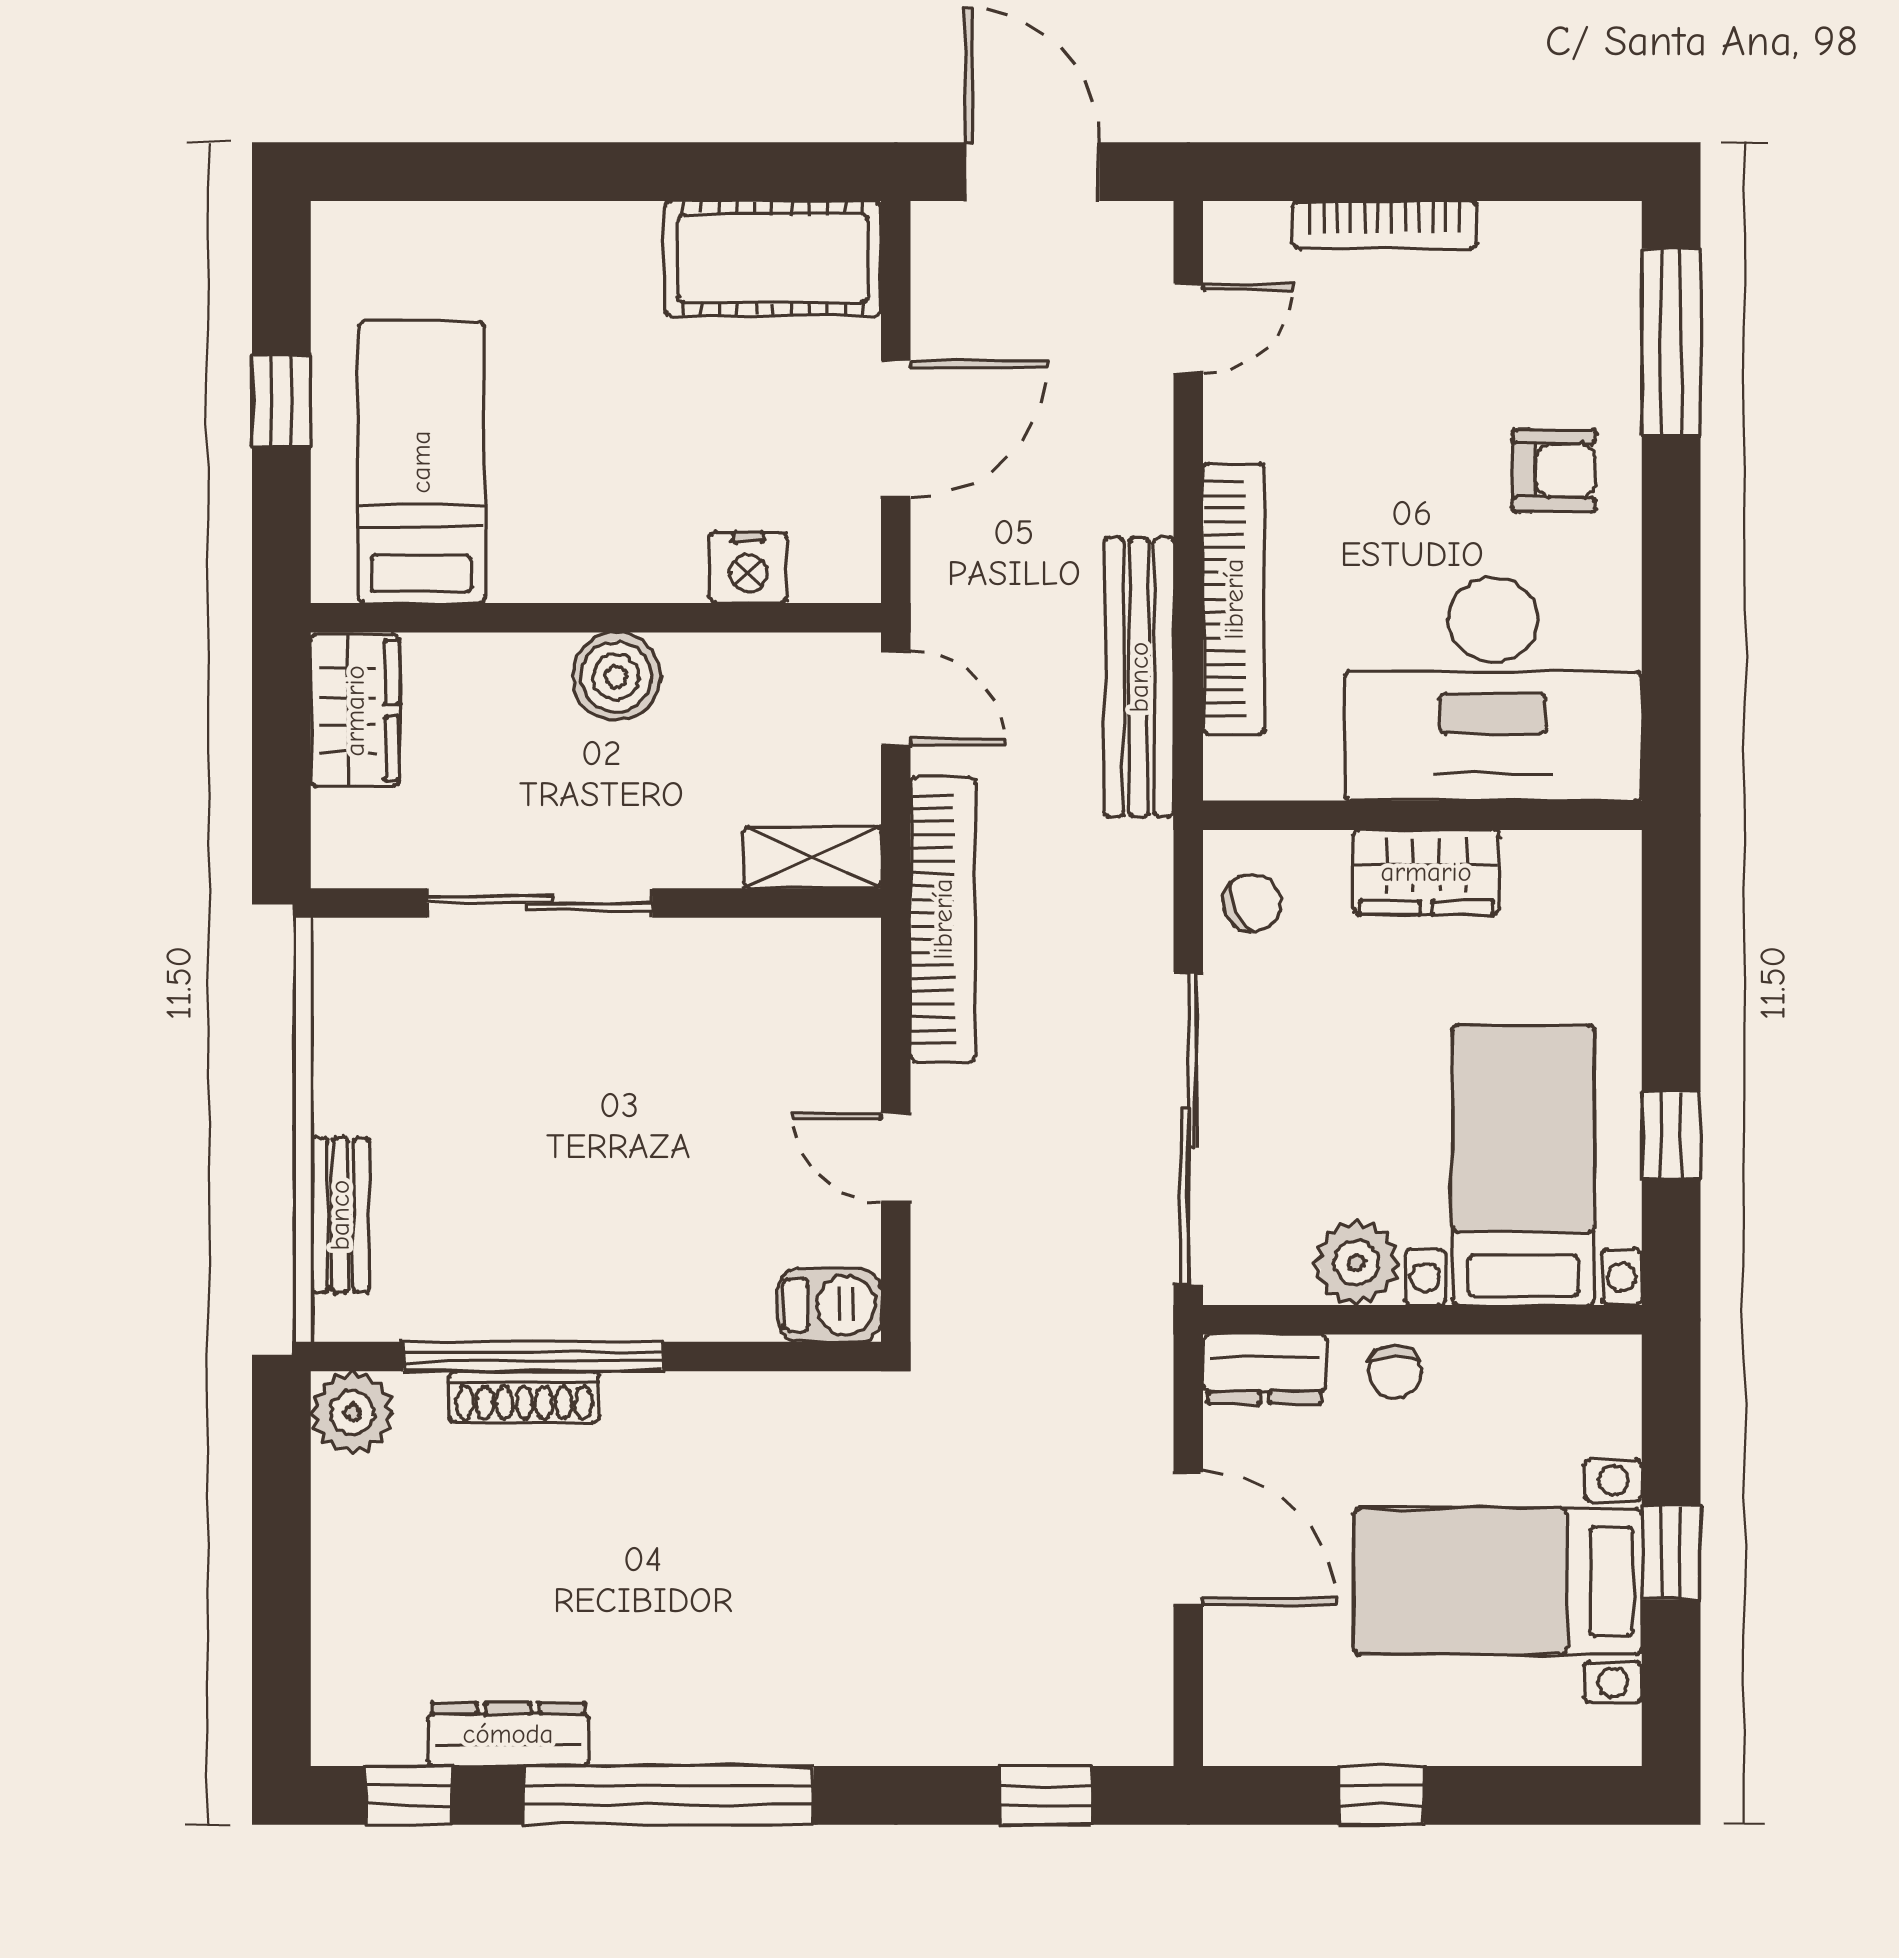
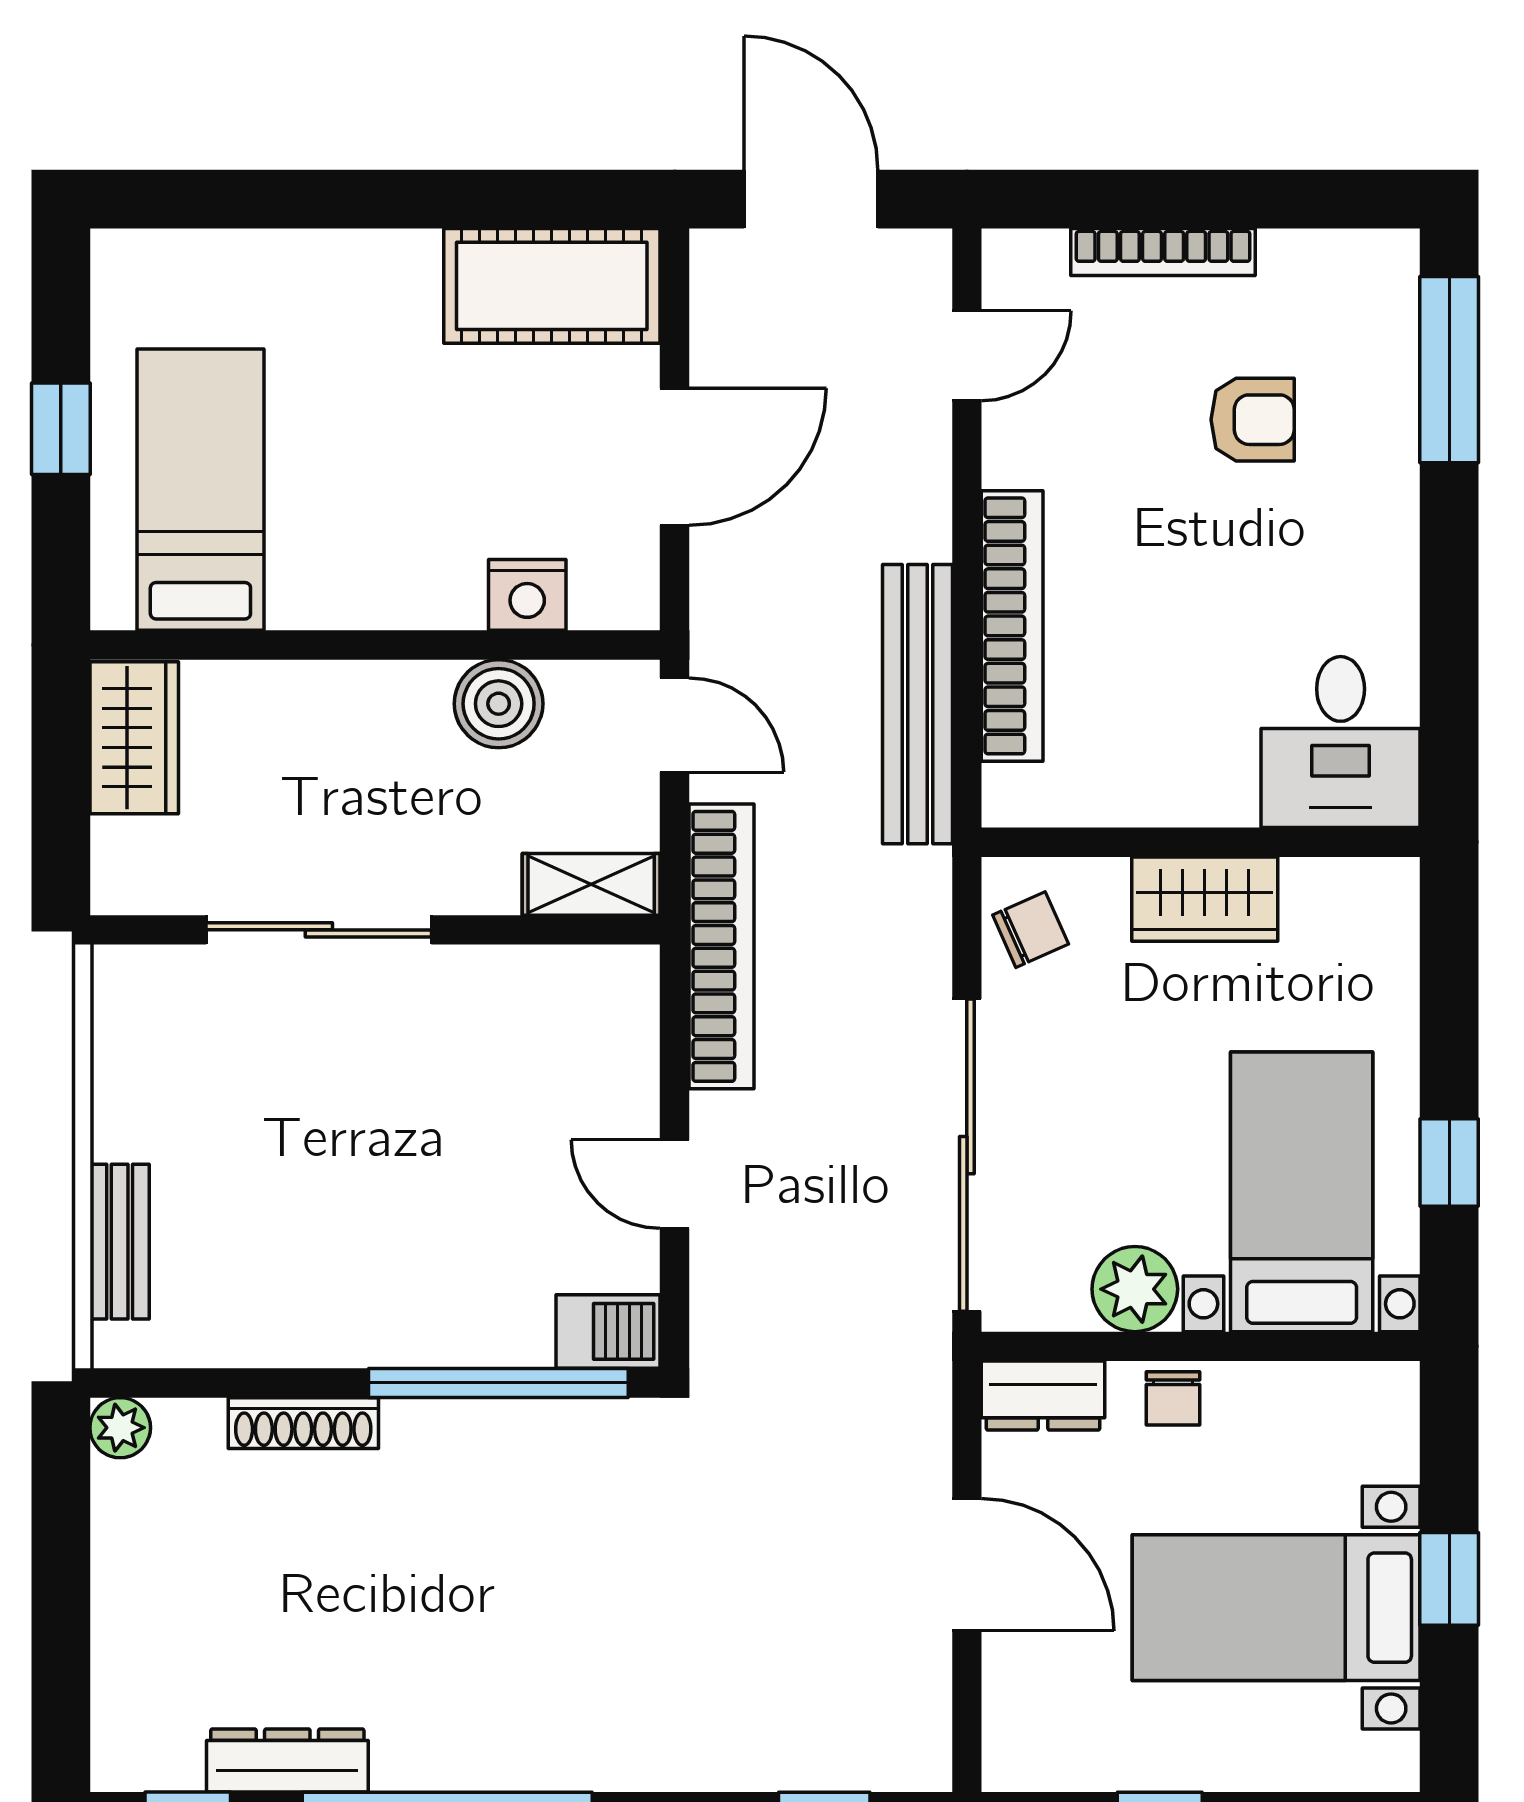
armchair: (1554, 470) -> (1253, 420), moved
boiler: (616, 677) -> (499, 704), moved
desk: (1493, 689) -> (1341, 742), width x0.53, depth x0.77
window: (533, 1356) -> (498, 1383), moved
plant: (352, 1413) -> (120, 1428), width x0.73, depth x0.73

